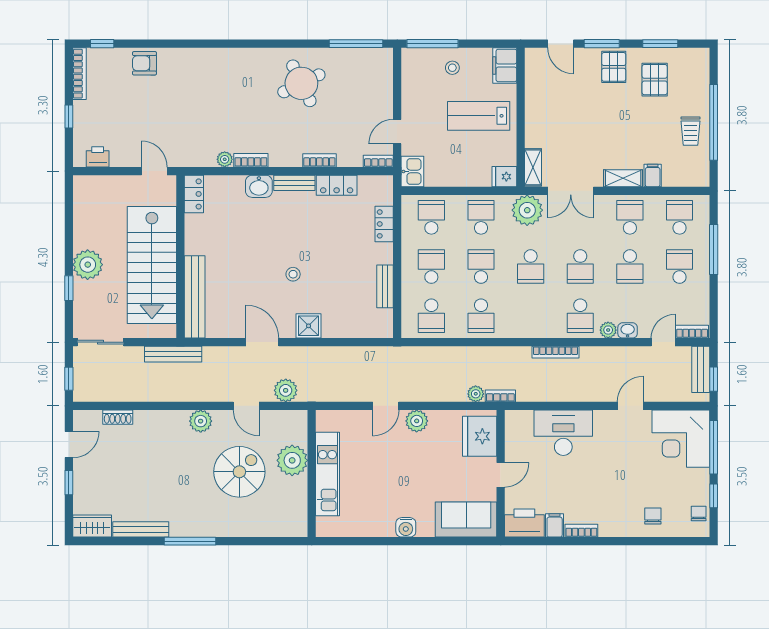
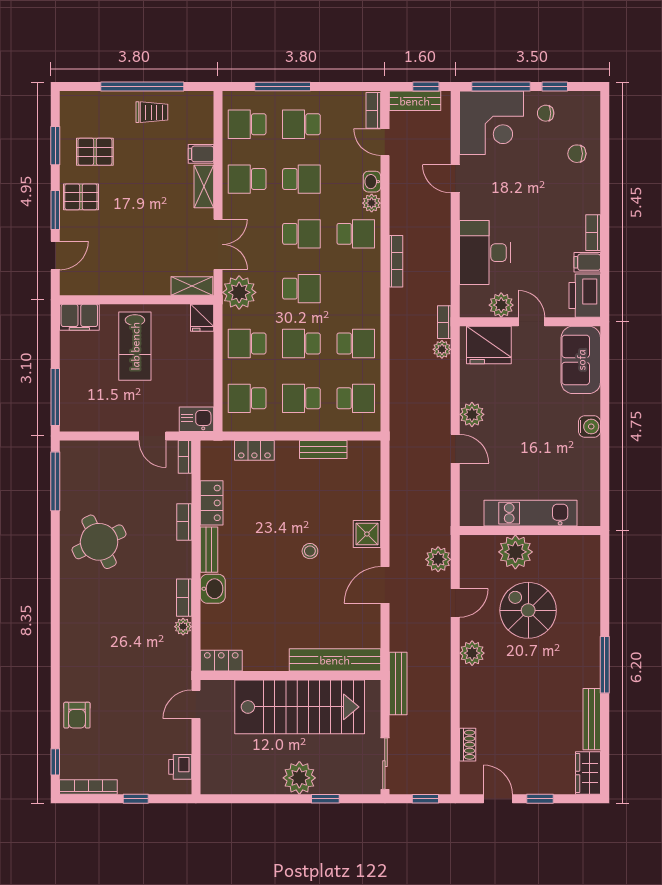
stool: (452, 68) -> (82, 375), removed
plant: (516, 447) -> (501, 305), added
chair: (699, 514) -> (546, 113), moved

